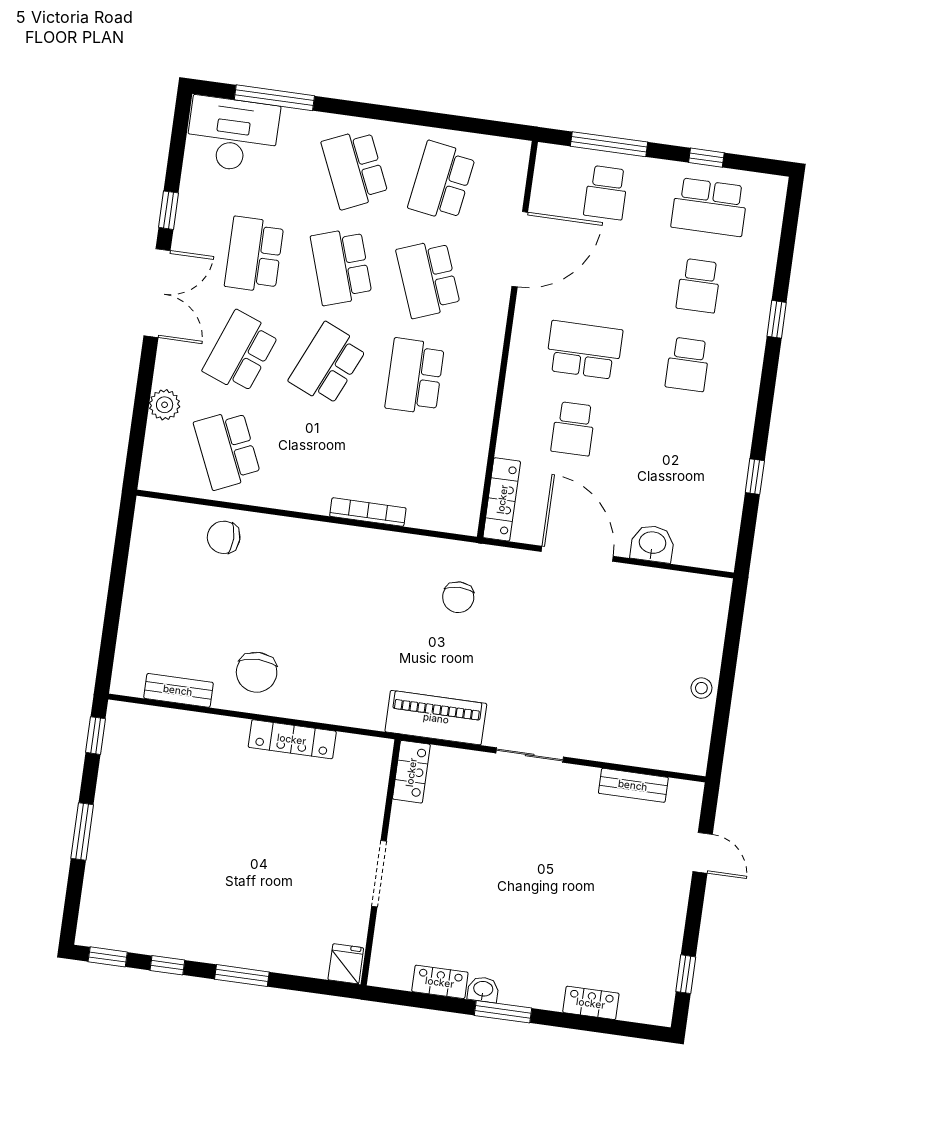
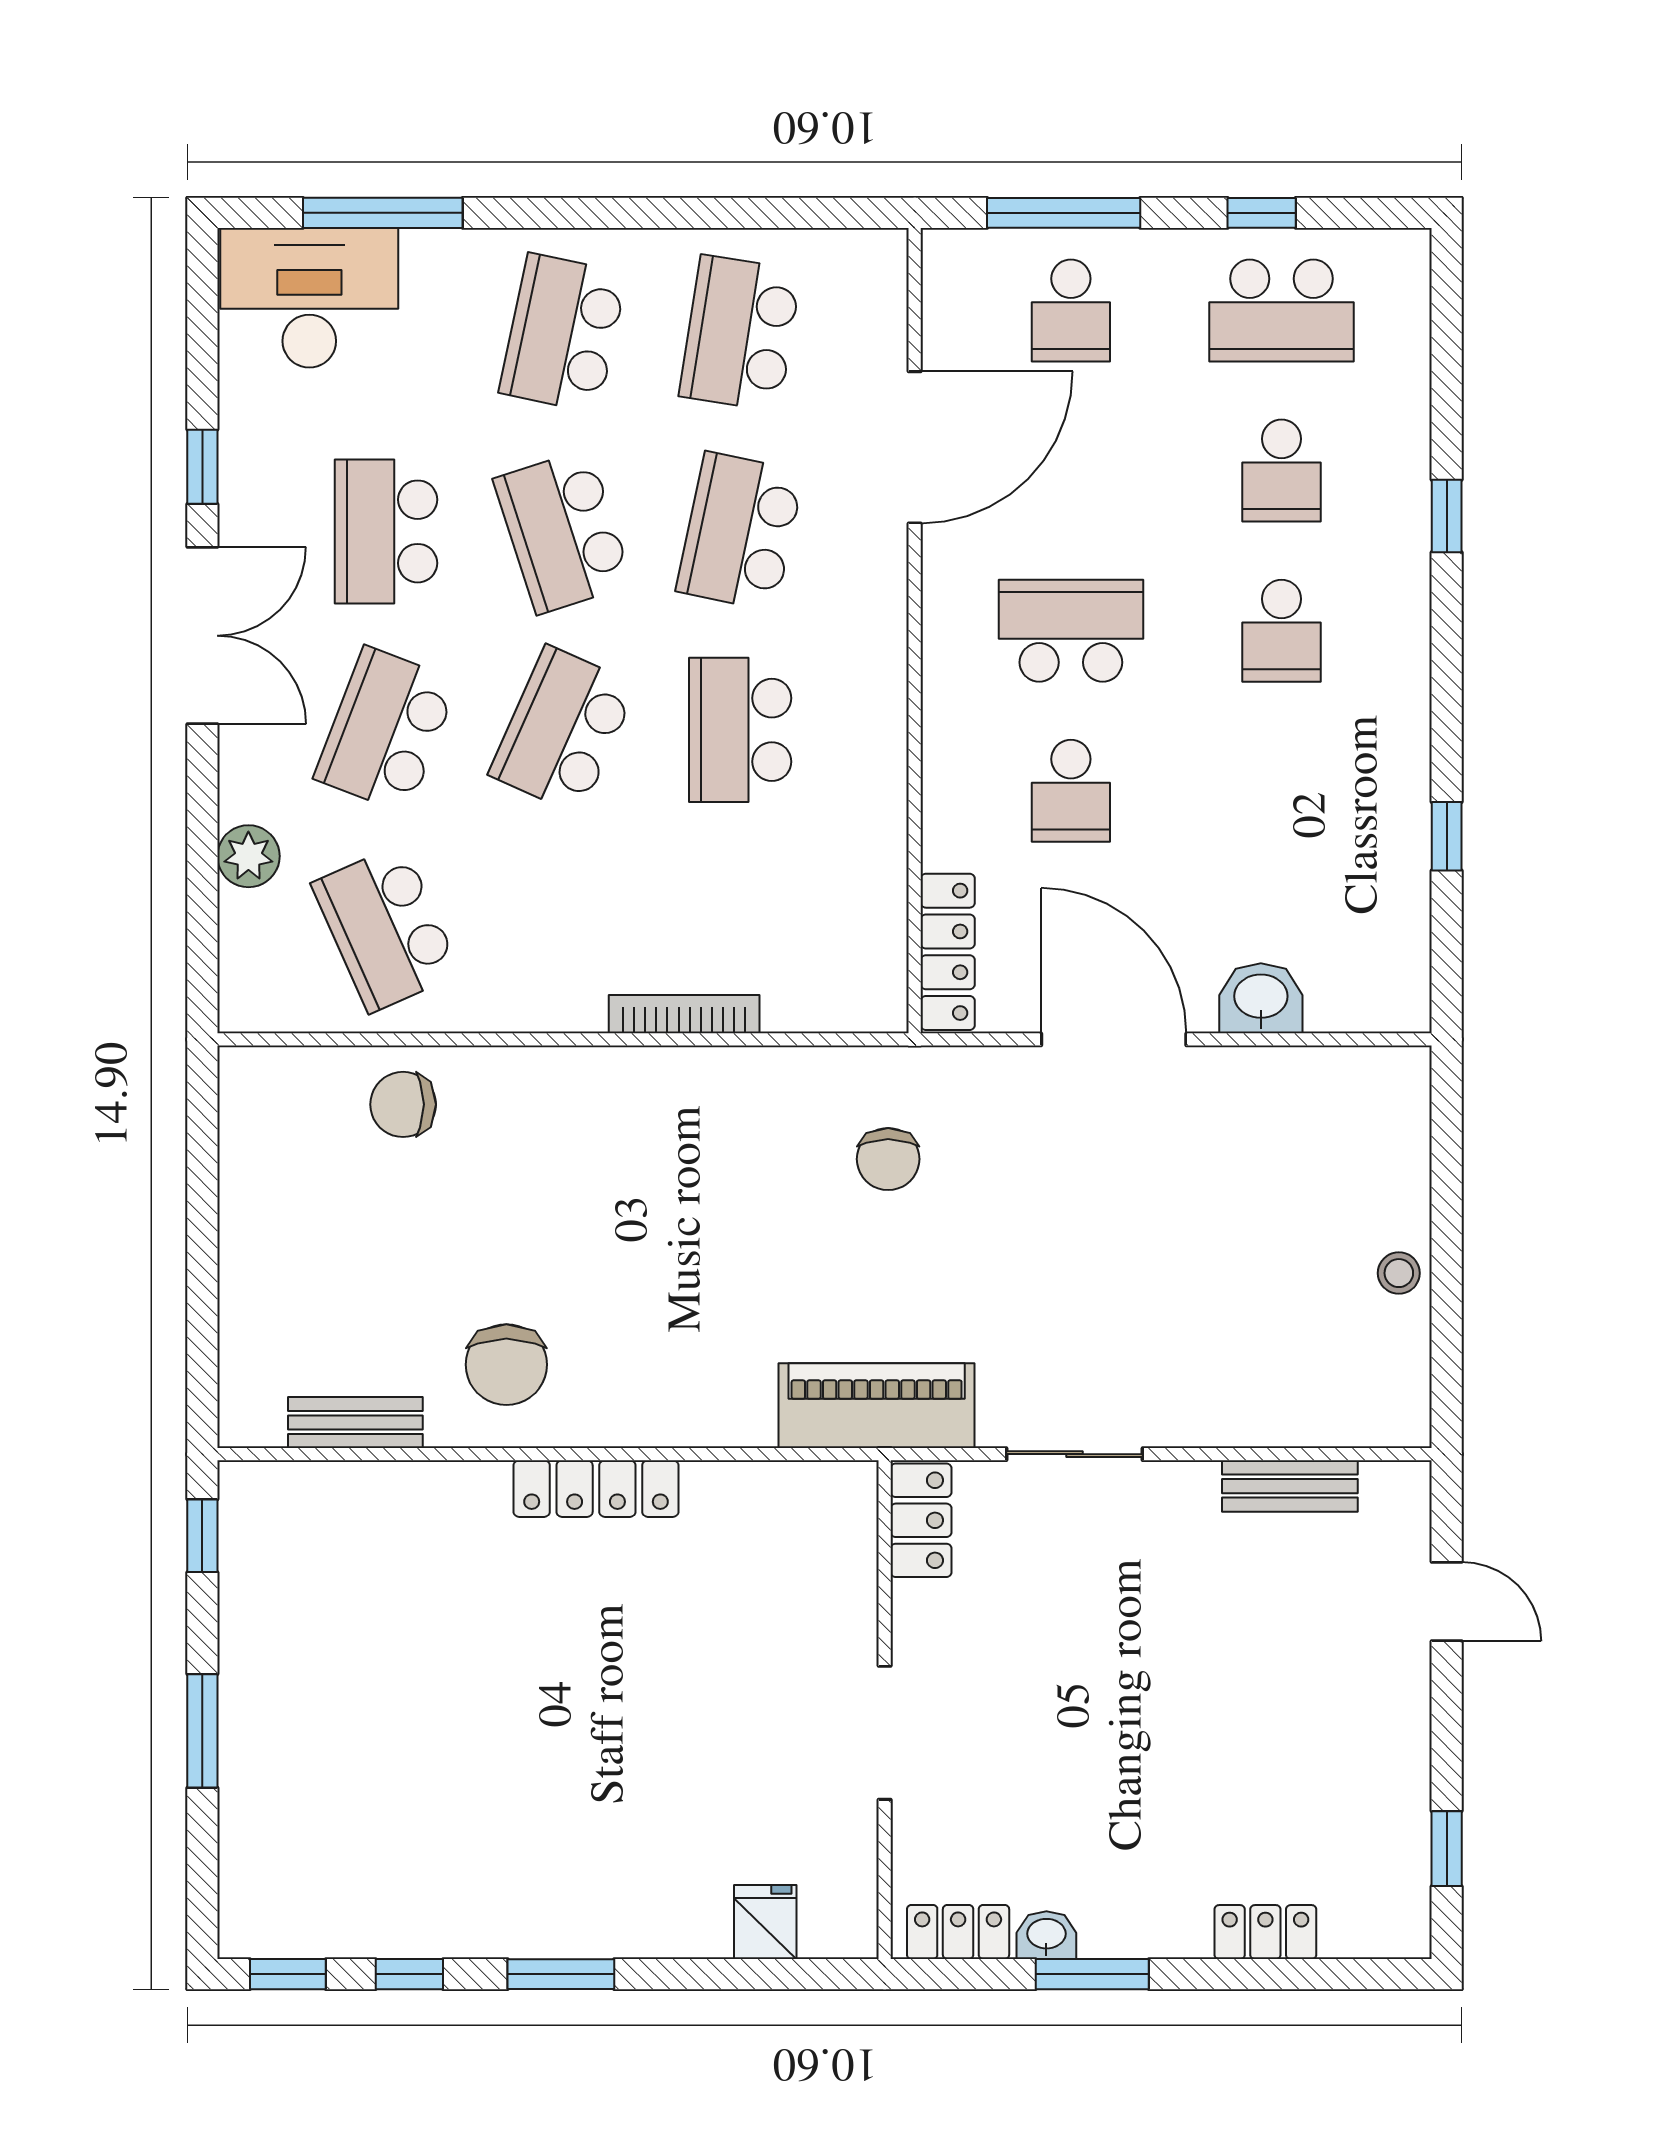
school desk: (355, 169) -> (563, 333), turned 36
school desk: (428, 279) -> (740, 531), turned 33
locker: (411, 772) -> (921, 1520), moved
wall: (381, 862) -> (885, 1710), moved
doorway: (379, 874) -> (885, 1733), moved

